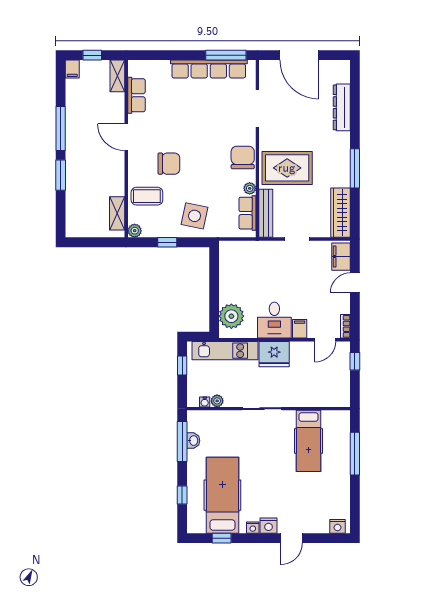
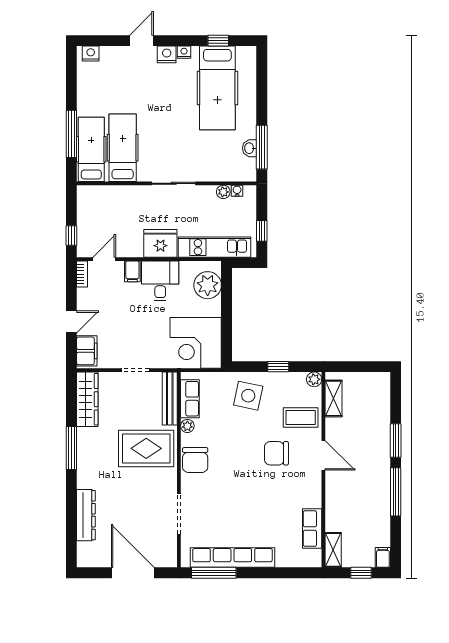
door: (126, 137) -> (323, 455), moved
corner desk: (242, 264) -> (196, 343), added
hospital bed: (337, 440) -> (91, 149), added
window: (182, 495) -> (262, 88), removed

